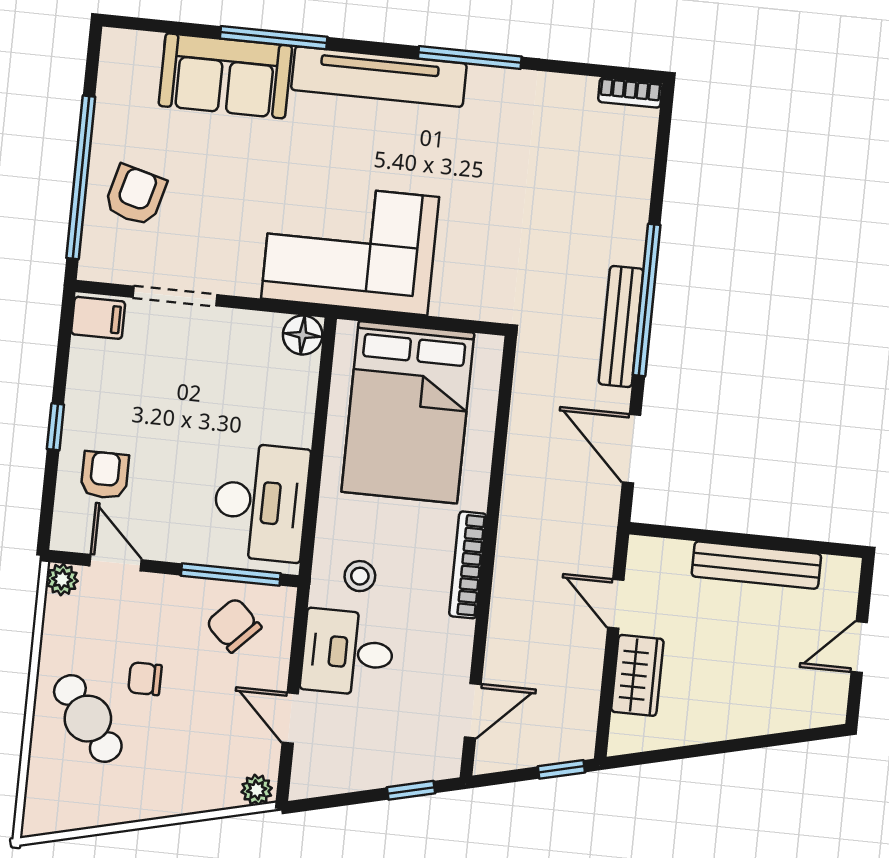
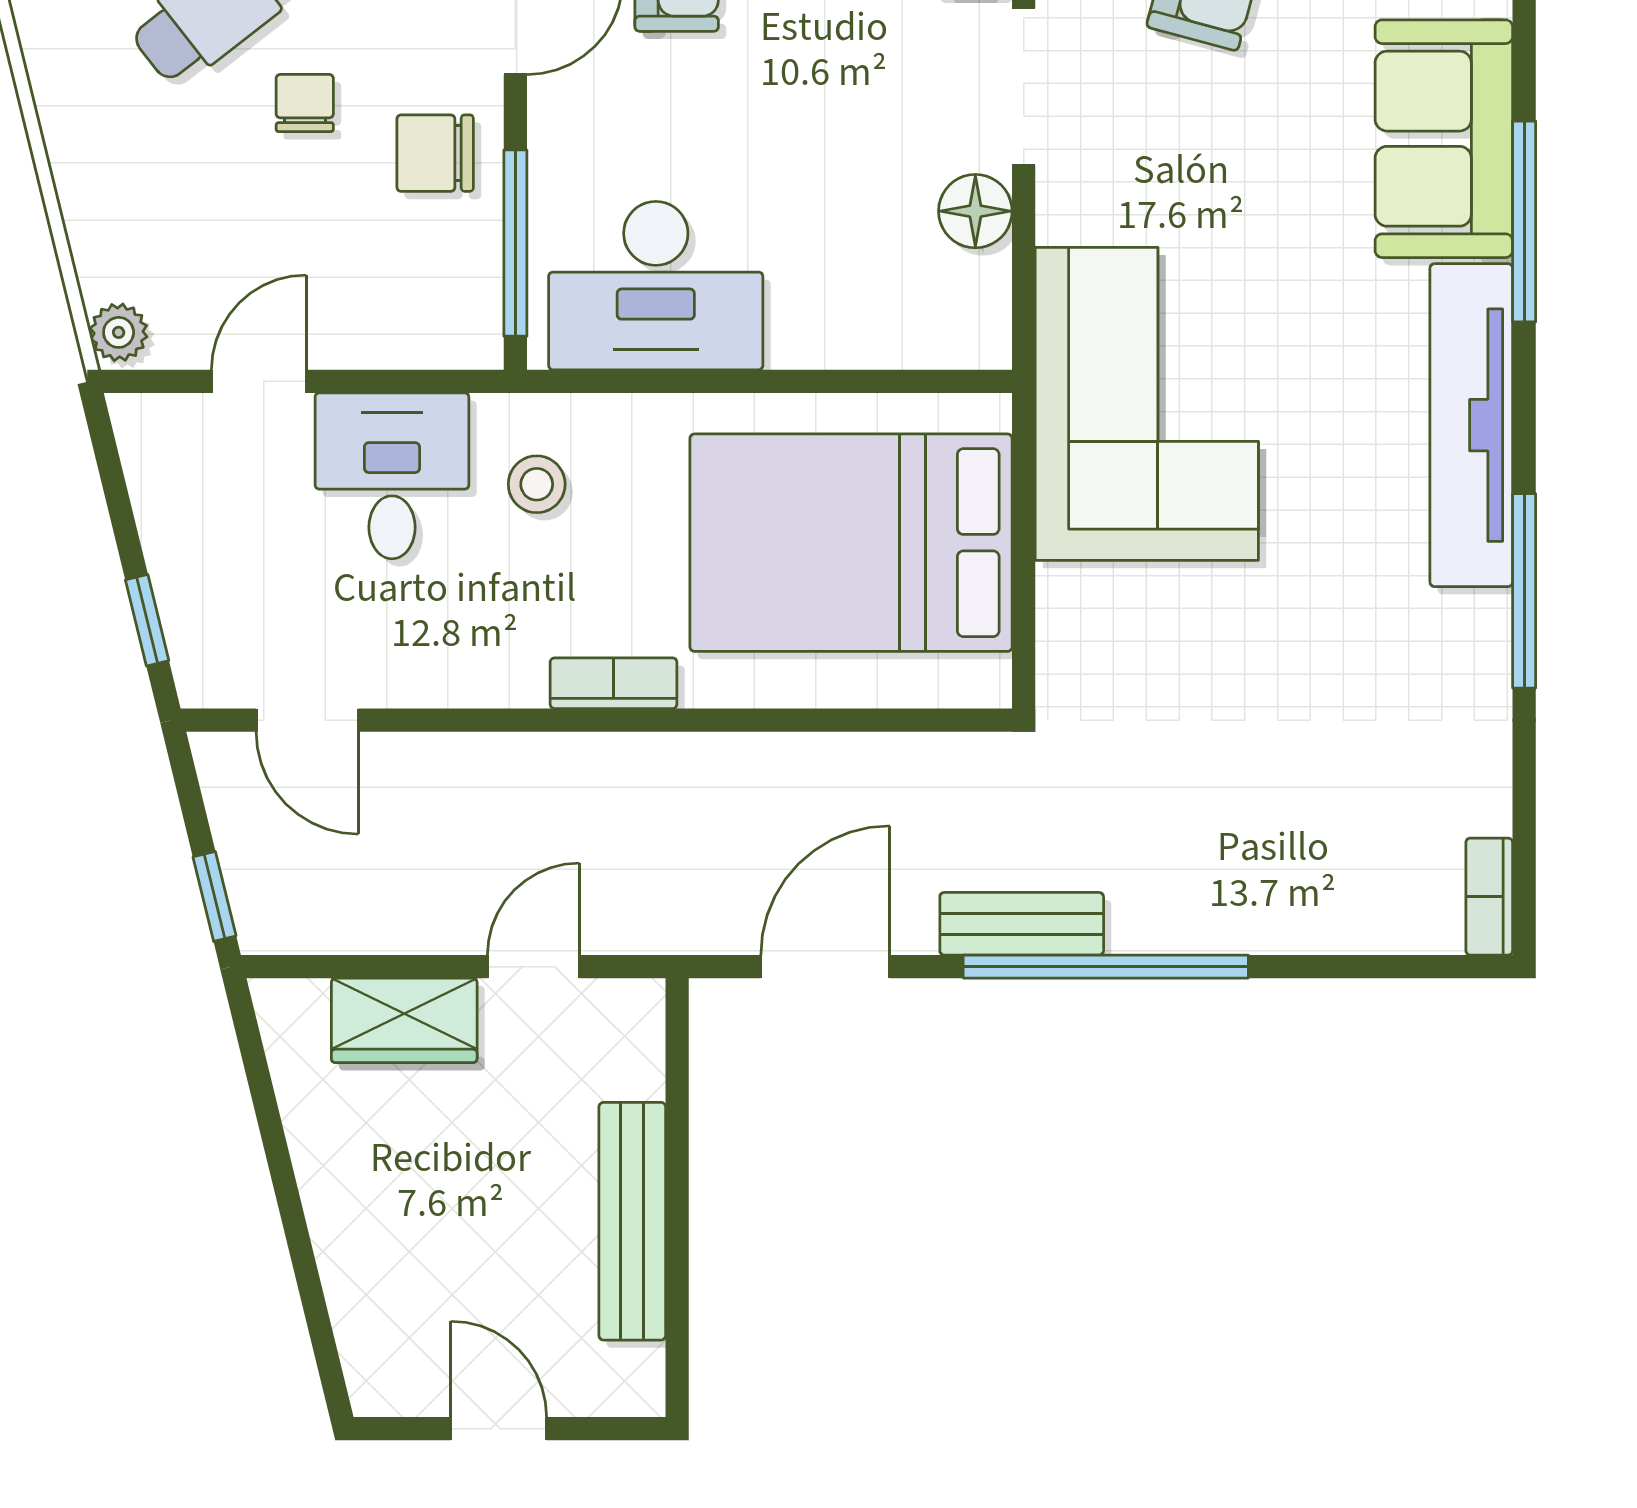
bench: (621, 326) -> (1022, 924), width x0.73
floor lamp: (303, 335) -> (975, 211), moved
bookcase: (468, 565) -> (614, 683), width x0.64
chair: (234, 625) -> (435, 153), moved, turned -134

